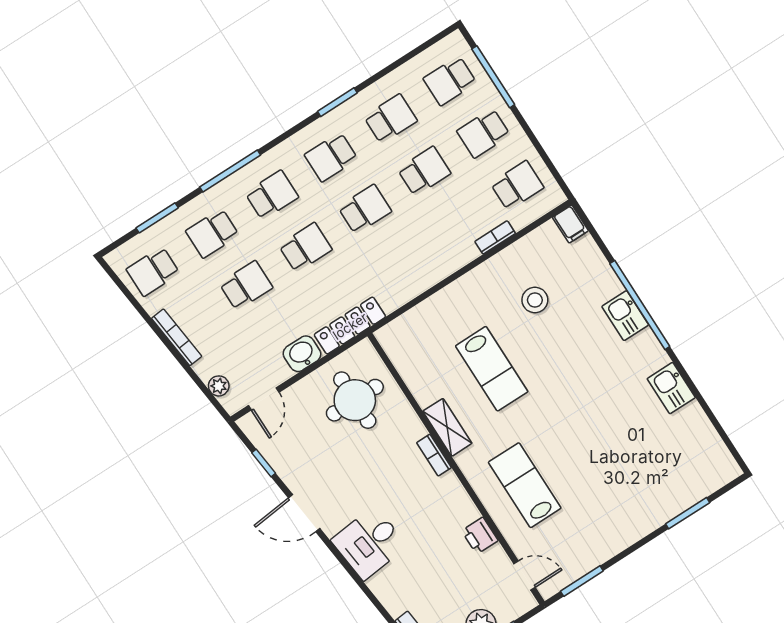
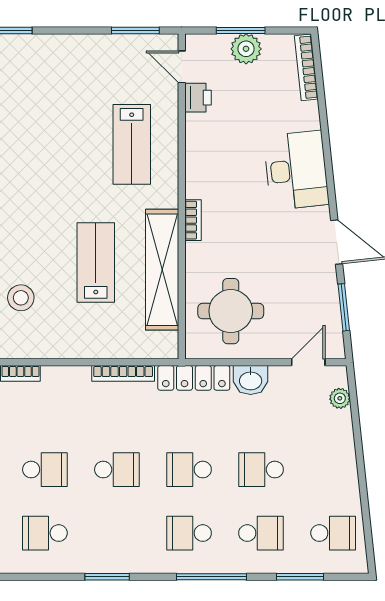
window: (337, 102) -> (107, 577), moved
school desk: (331, 157) -> (117, 533), removed
school desk: (424, 171) -> (45, 470), turned 180
school desk: (365, 209) -> (117, 470), turned 180
bookcase: (177, 337) -> (123, 373), moved, turned -84
shelving: (447, 427) -> (162, 270), width x2.20, depth x1.33
window: (264, 463) -> (344, 307), width x1.50
printer: (480, 536) -> (198, 98), moved
desk: (369, 543) -> (296, 170), width x1.37

